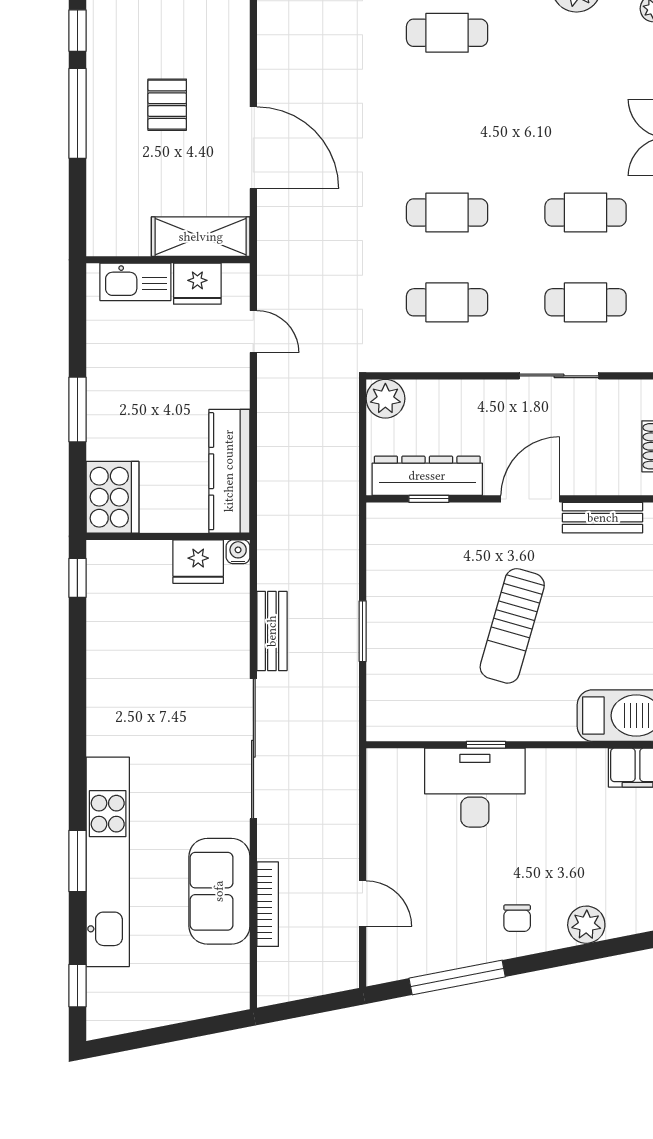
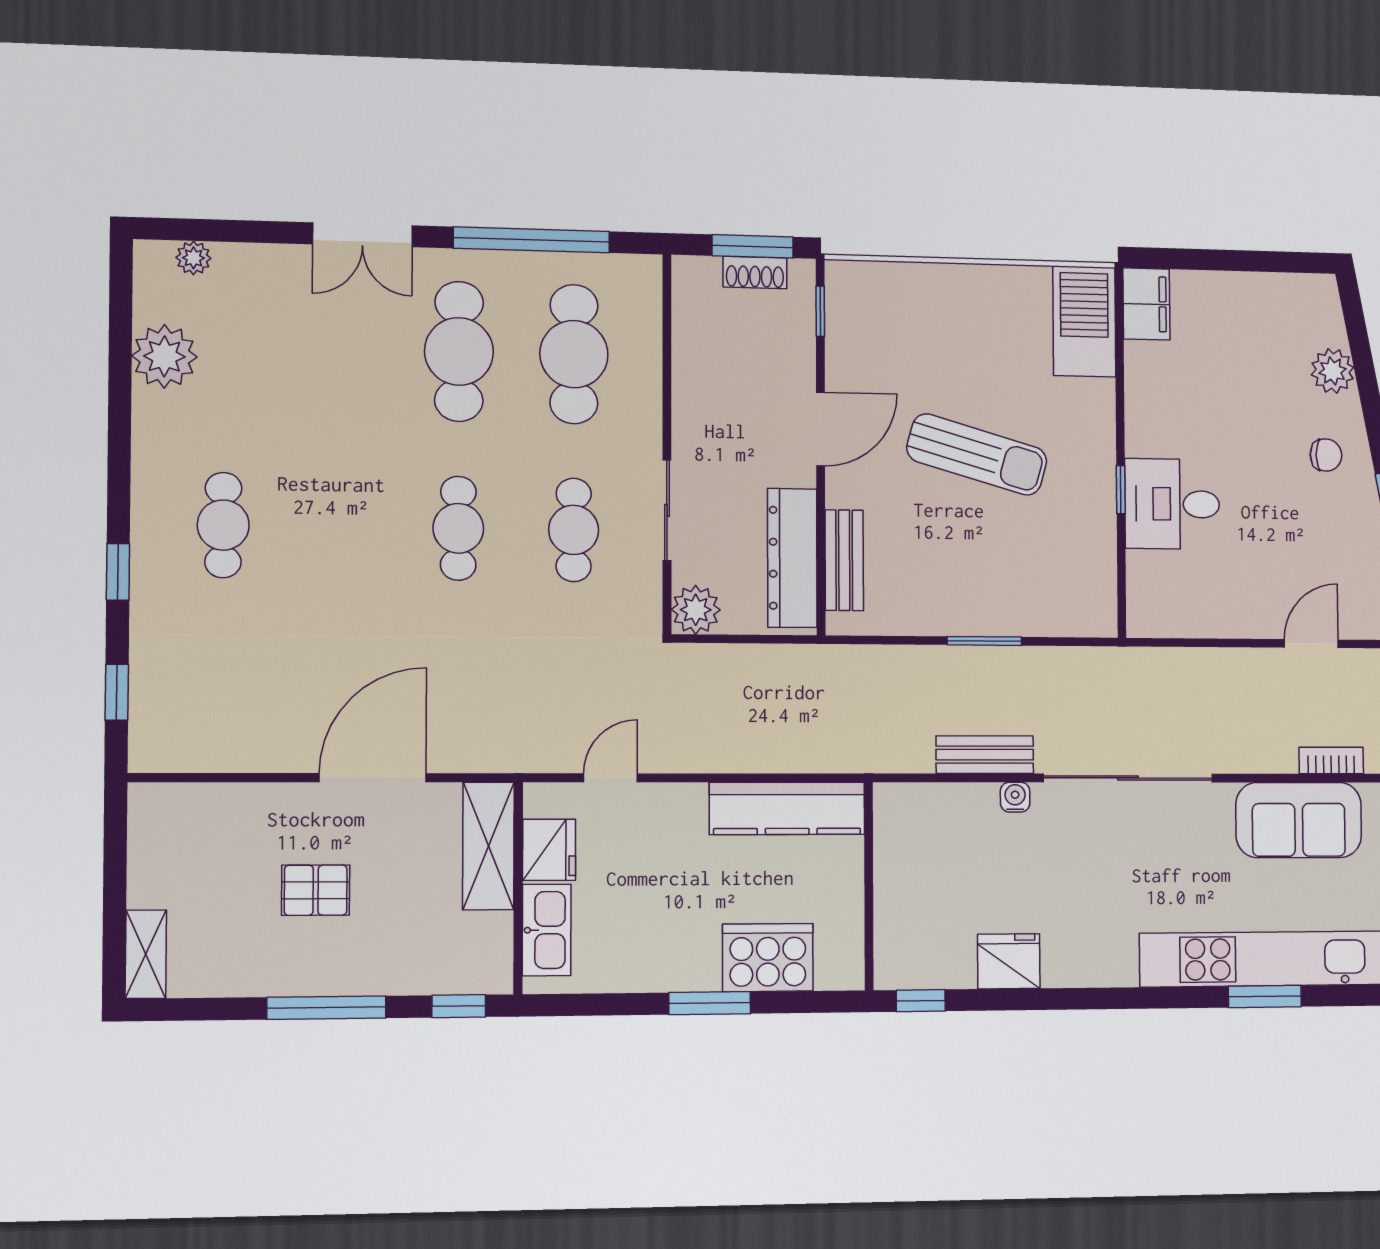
window: (77, 31) -> (459, 1006), moved
cafe table: (586, 213) -> (459, 351), width x1.37, depth x1.35
cafe table: (586, 302) -> (574, 354), width x1.37, depth x1.35
sliding door: (559, 376) -> (667, 510), moved
cooker: (112, 497) -> (768, 958), moved
window: (429, 499) -> (820, 311), moved
door: (530, 499) -> (821, 429), swing flipped
bench: (603, 518) -> (844, 560), moved
water cooler: (238, 552) -> (1015, 797), moved, turned 90
fridge: (198, 562) -> (1009, 961), moved, turned -90
desk: (475, 788) -> (1172, 504), width x0.73
bookcase: (268, 904) -> (1331, 761), width x0.64

